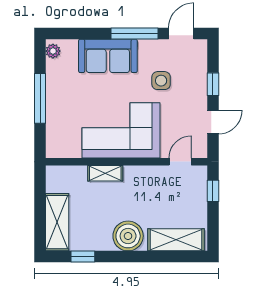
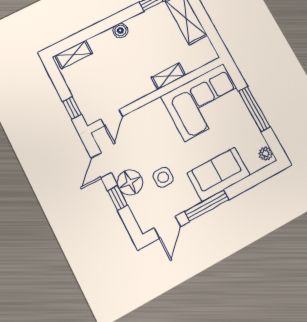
floor lamp: (194, 92) -> (130, 182), added
corner sofa: (121, 130) -> (204, 102), moved
boiler: (128, 236) -> (120, 31), width x0.54, depth x0.54
shelving: (176, 240) -> (74, 54), width x0.67, depth x0.75

